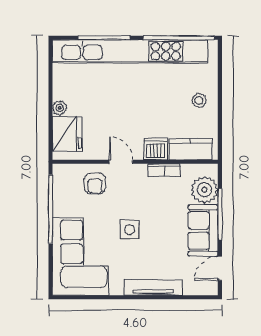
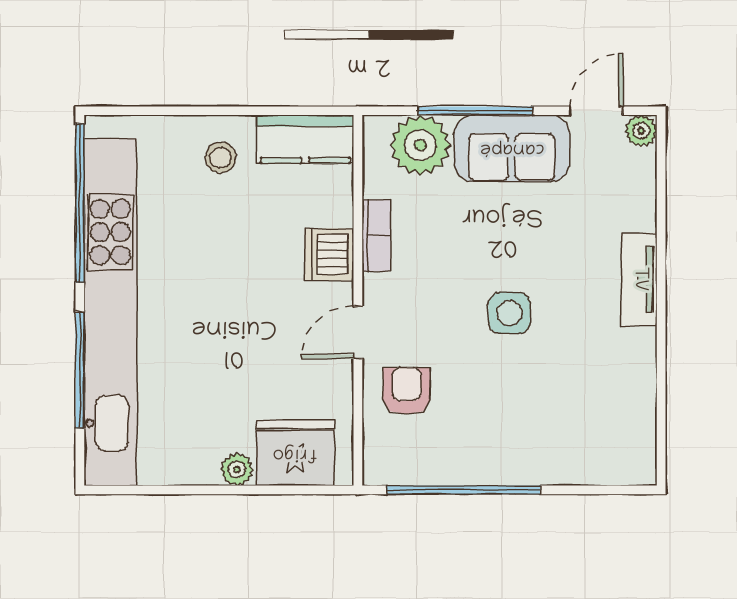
kitchen counter: (190, 149) -> (305, 139), moved, turned -90
armchair: (95, 184) -> (407, 391), turned -90
corner sofa: (80, 256) -> (569, 423), removed
door: (220, 268) -> (596, 111), swing flipped
tv unit: (153, 288) -> (639, 279), width x0.71
plant: (211, 288) -> (641, 131), added

